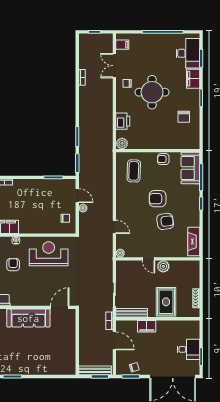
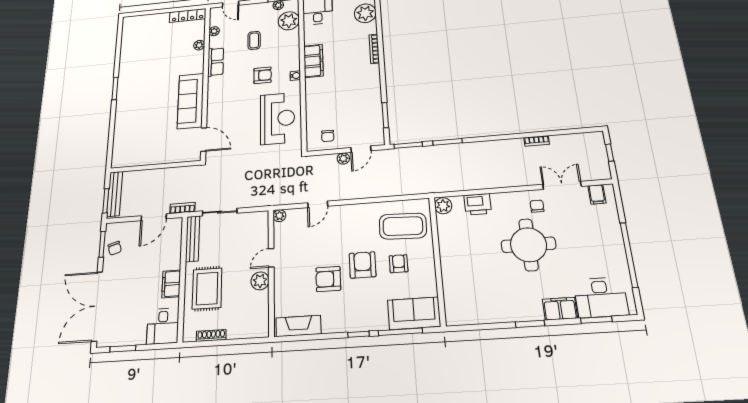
chair: (184, 117) -> (496, 297), removed
armchair: (163, 159) -> (399, 264), moved
coffee table: (134, 171) -> (403, 226), width x1.36, depth x1.32
armchair: (165, 221) -> (328, 279), turned 98
rug: (166, 302) -> (207, 289), turned 90
filing cabinet: (147, 326) -> (171, 284), moved
desk: (188, 349) -> (163, 326), moved

